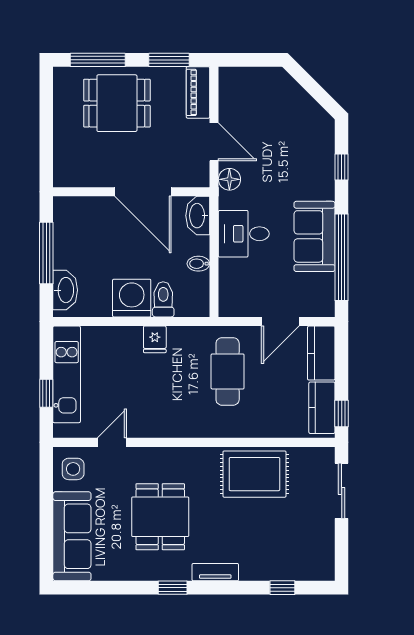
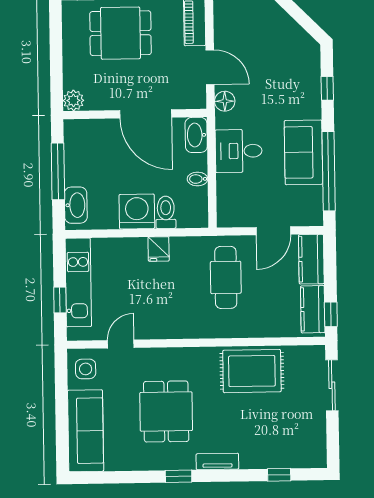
plant: (64, 176) -> (73, 100), added

